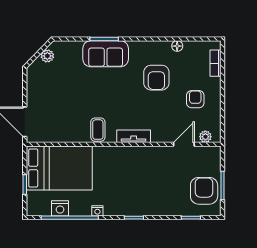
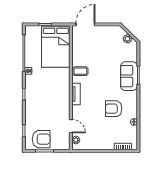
armchair: (195, 99) -> (100, 134), removed
nightstand: (60, 208) -> (30, 47), removed

